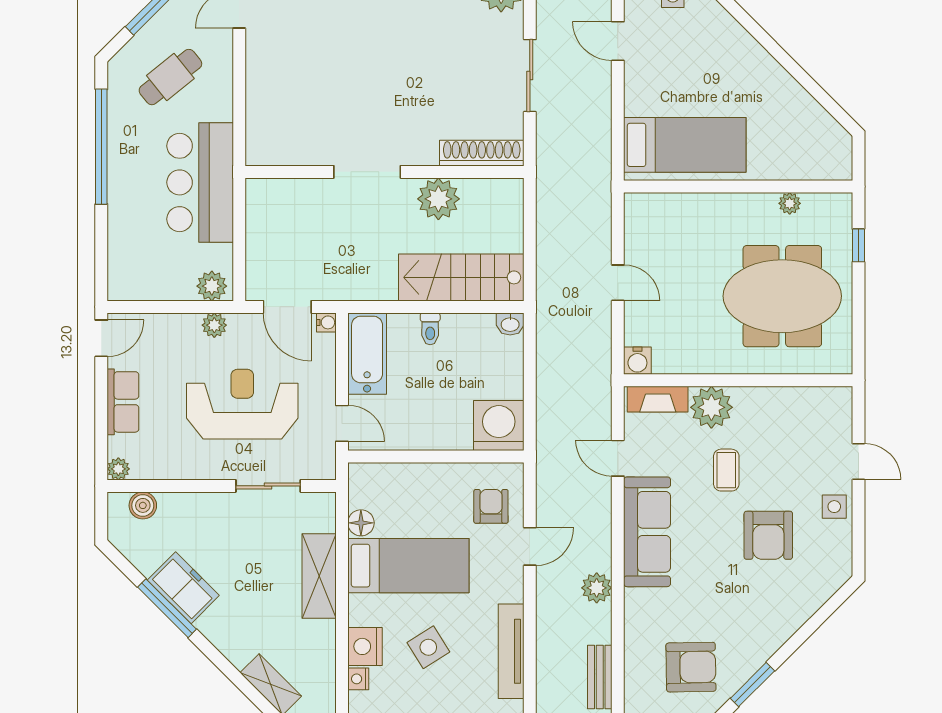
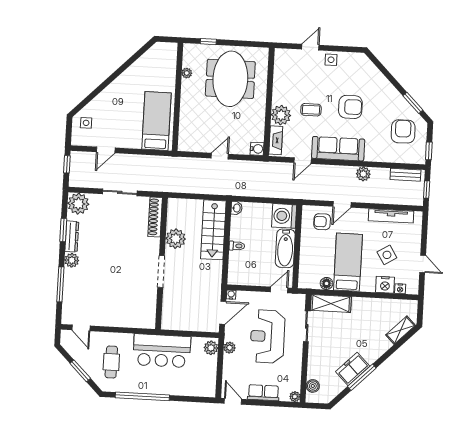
cafe table: (170, 77) -> (111, 362), turned 39
bathtub: (367, 354) -> (285, 248), moved, turned -90
armchair: (768, 535) -> (350, 107), moved
door: (530, 546) -> (342, 204), swing flipped
shelving: (319, 576) -> (331, 304), moved

